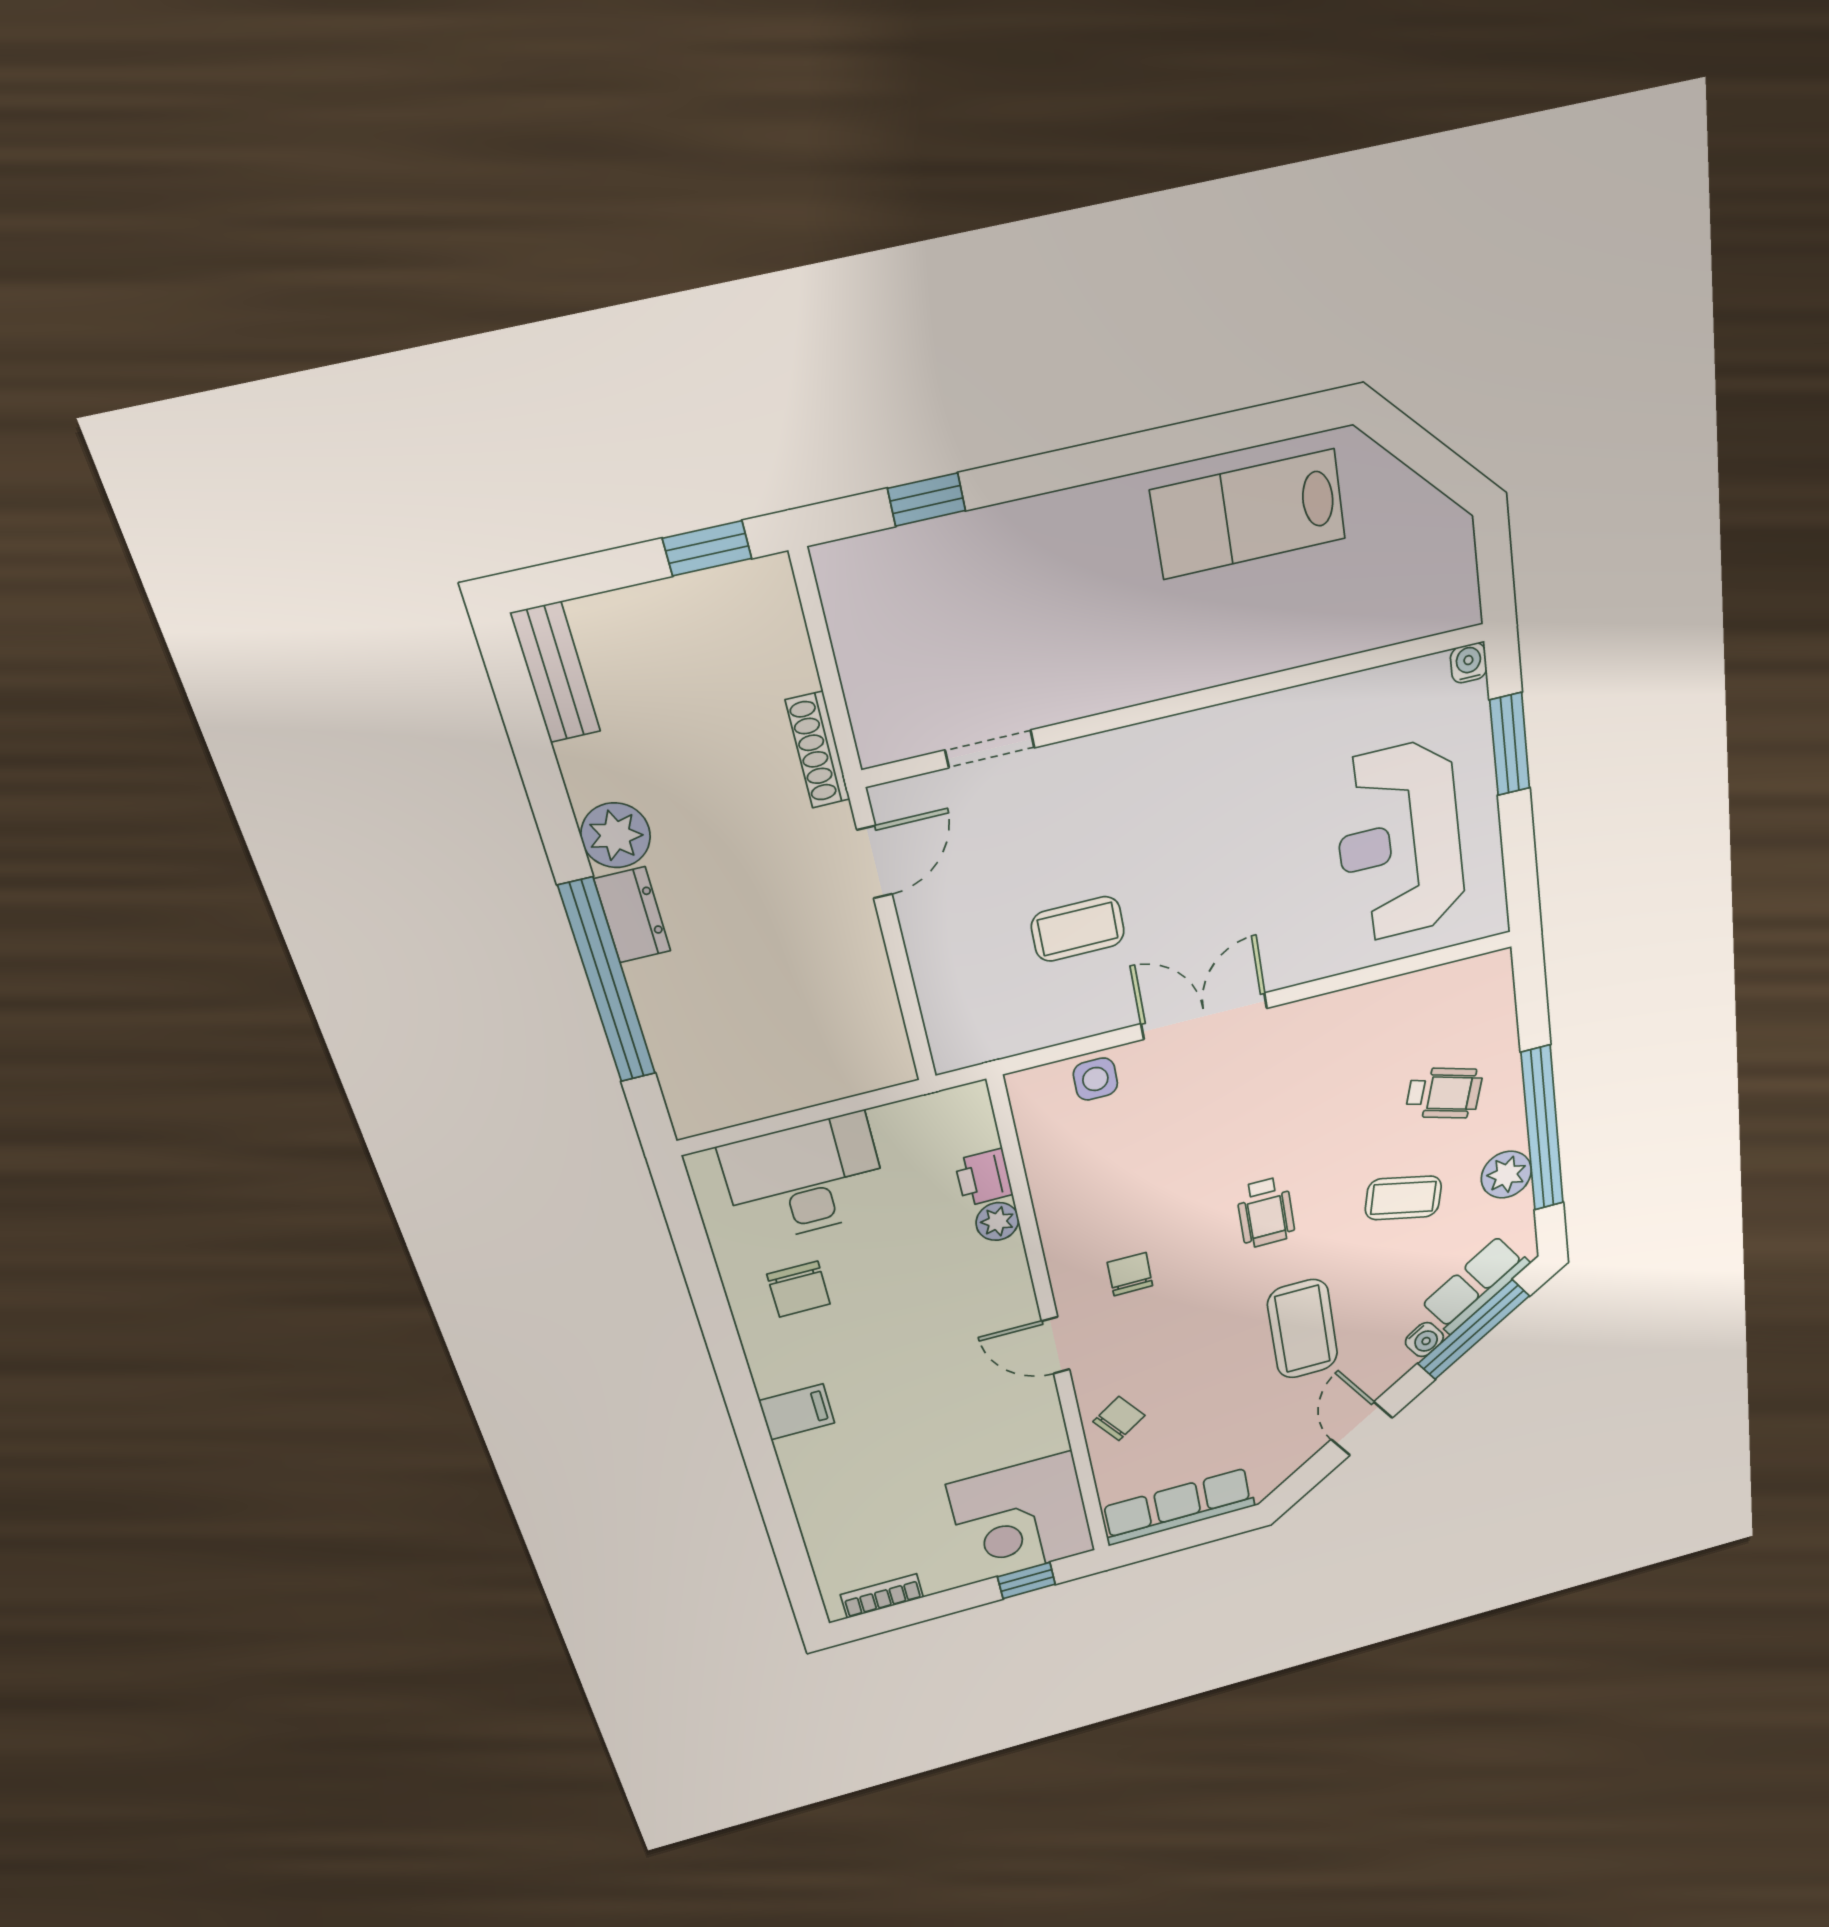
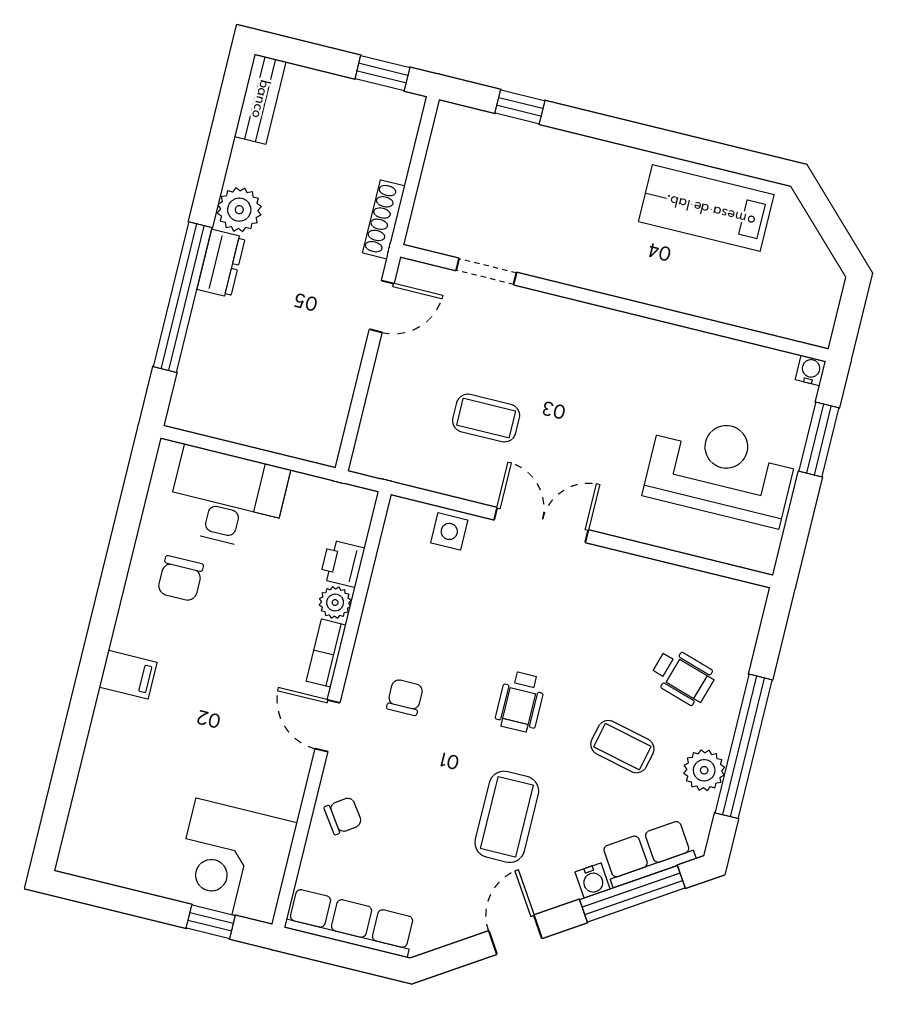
reception desk: (1399, 842) -> (721, 469), turned 90
bookcase: (882, 1596) -> (326, 653), moved, turned -90

